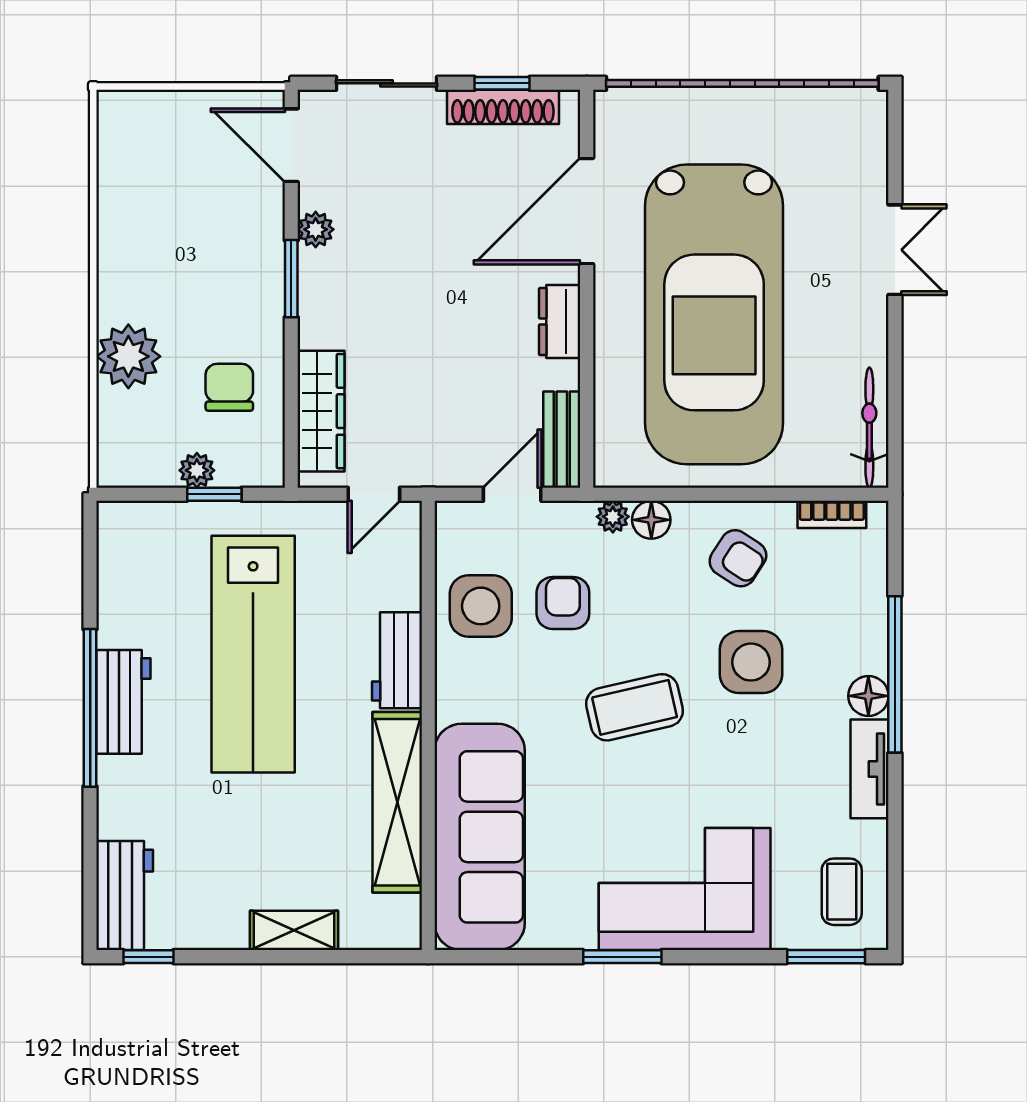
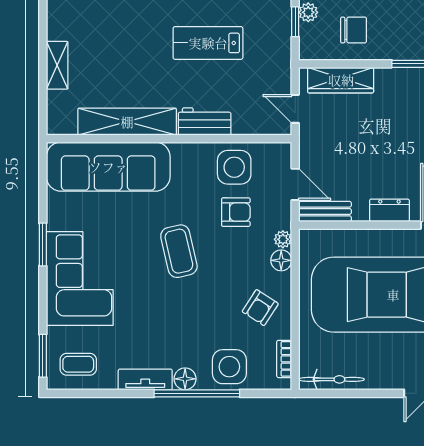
lab bench: (253, 654) -> (208, 43), width x0.54, depth x0.72
side table: (751, 662) -> (229, 367), moved

